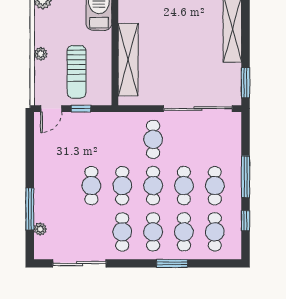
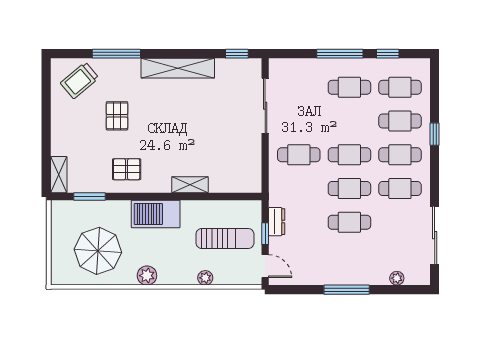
shelving: (128, 60) -> (190, 185), width x0.45, depth x0.75
window: (246, 83) -> (237, 54), width x0.67
sliding door: (198, 109) -> (265, 106), width x0.73
dresser: (92, 119) -> (277, 222), added
cafe table: (184, 186) -> (349, 121), removed
window: (30, 209) -> (347, 290), moved
window: (172, 263) -> (435, 134), width x0.67

